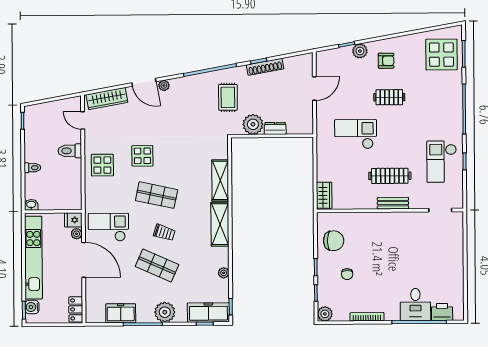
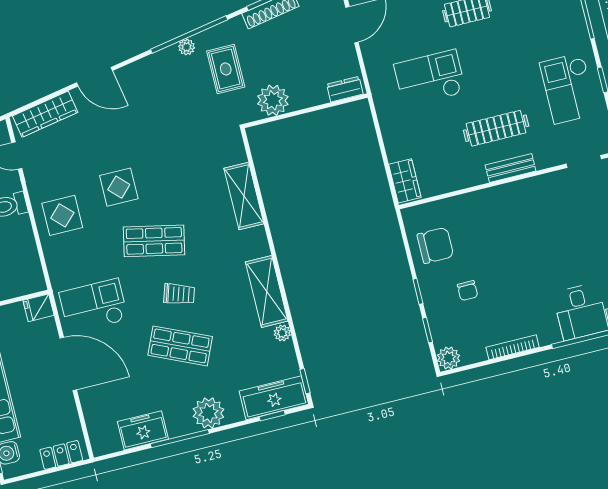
plant: (164, 85) -> (187, 47), moved
dresser: (275, 128) -> (345, 89), moved
shelving: (220, 224) -> (267, 291), moved
plant: (77, 234) -> (48, 327), removed
locker: (76, 309) -> (61, 455), moved, turned 90

